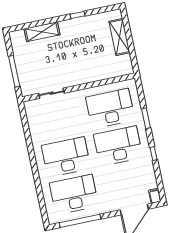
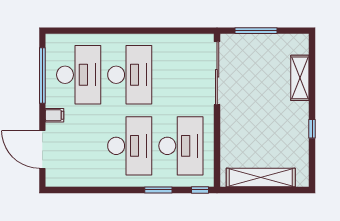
shelving: (119, 37) -> (261, 178), width x1.47
sliding door: (51, 93) -> (217, 73), width x1.86
window: (154, 154) -> (200, 190), moved
filing cabinet: (155, 196) -> (55, 115), moved

